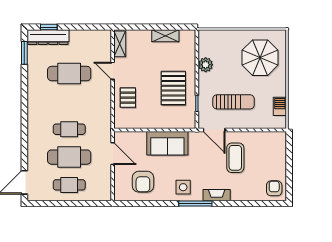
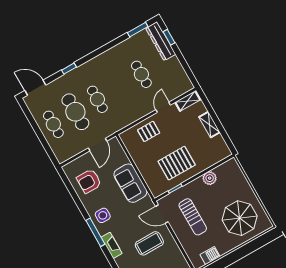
shelving: (165, 36) -> (209, 125), moved
cafe table: (69, 74) -> (141, 74), width x0.73, depth x0.74
door: (214, 130) -> (162, 214), hinge flipped
window: (24, 140) -> (69, 69), added

